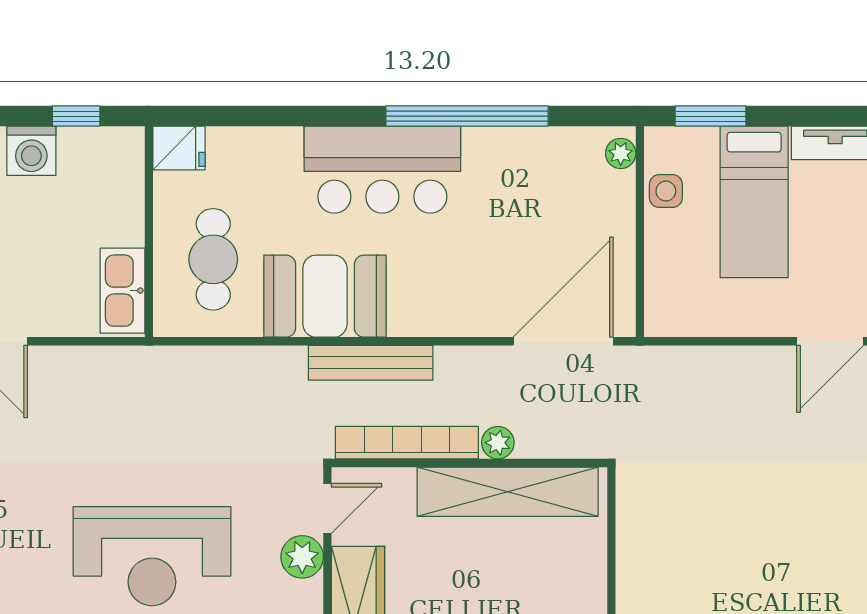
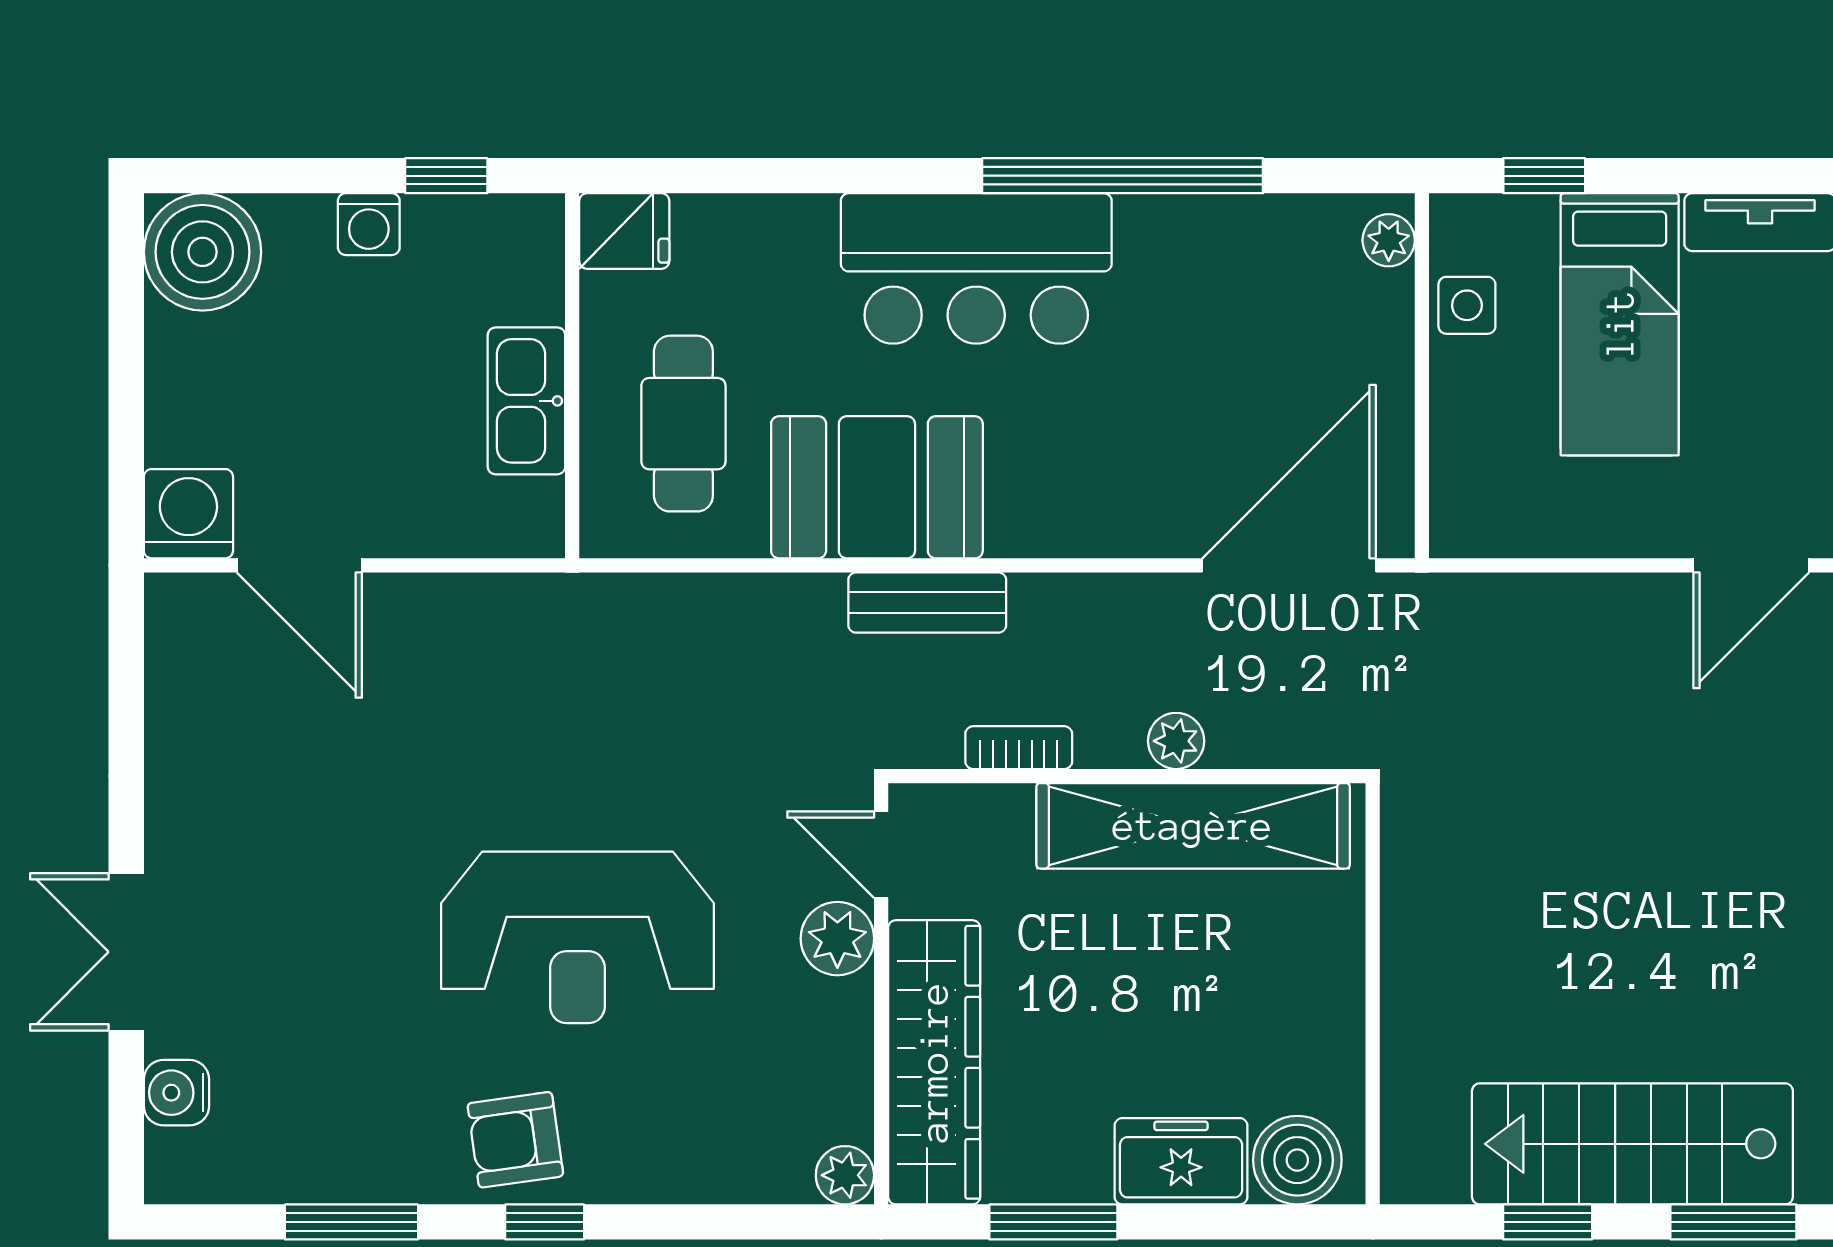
window: (711, 116) -> (1544, 176), width x0.67
washing machine: (31, 151) -> (369, 224), width x0.73, depth x0.73
kitchen sink: (122, 291) -> (526, 401), moved
bench: (371, 363) -> (927, 603), width x0.73
bookcase: (407, 443) -> (1019, 748), width x0.43, depth x0.76
door: (327, 508) -> (881, 855), swing flipped

